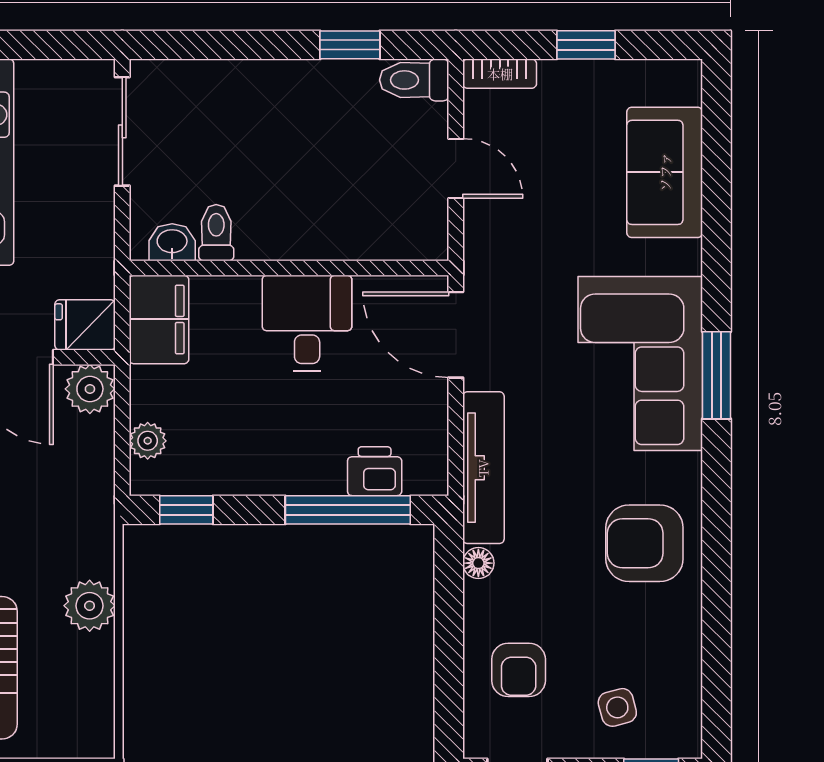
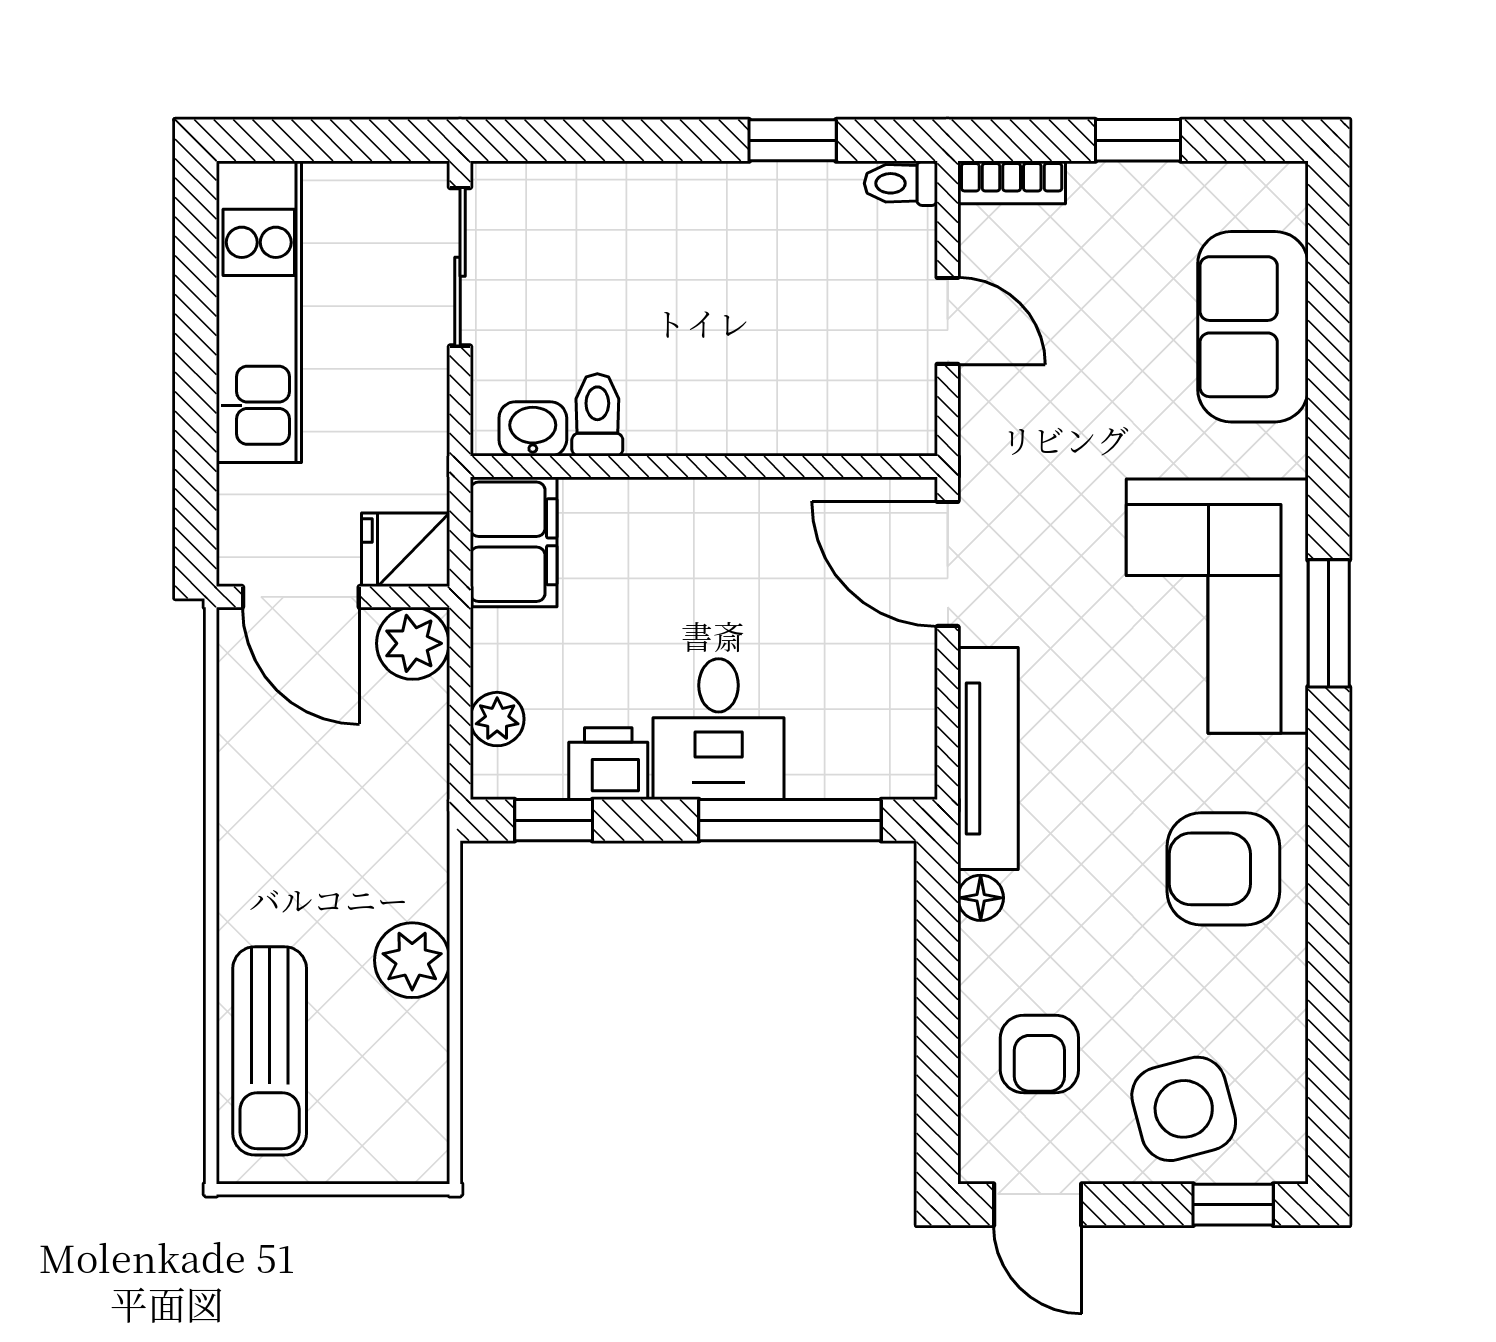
toilet: (414, 80) -> (901, 183), width x0.73, depth x0.72
desk: (307, 323) -> (719, 729), moved, turned 180
printer: (375, 471) -> (608, 764), moved
side table: (617, 707) -> (1184, 1109), width x1.87, depth x1.87

